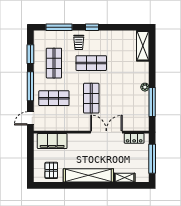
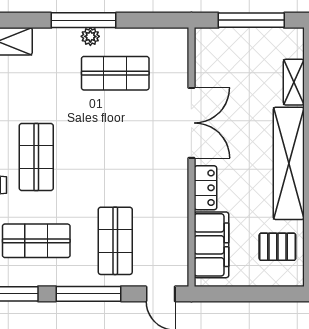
shop shelf: (91, 98) -> (115, 73), moved
window: (152, 102) -> (84, 20), moved
double door: (106, 132) -> (191, 123), swing flipped
locker: (134, 138) -> (205, 188), moved

